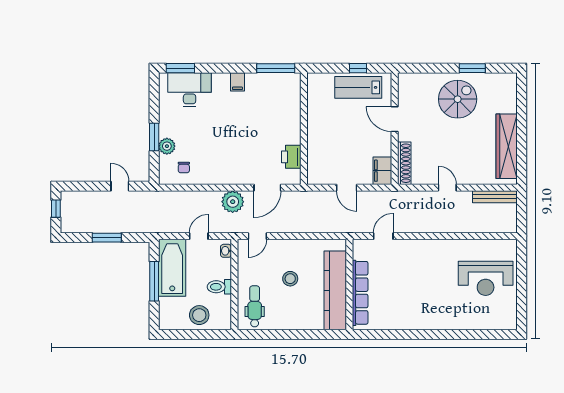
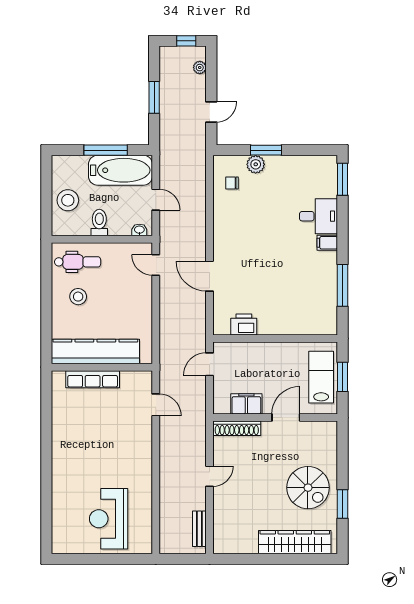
window: (358, 68) -> (342, 377), width x1.50
desk: (190, 90) -> (319, 216), moved, width x0.73
wall: (304, 129) -> (275, 339), moved
wardrobe: (507, 146) -> (295, 542), moved
printer: (291, 157) -> (244, 325), moved
filing cabinet: (382, 171) -> (246, 404), moved
bench: (495, 197) -> (199, 529), width x0.73
plant: (233, 202) -> (200, 68), moved, width x0.53, depth x0.53
stool: (290, 279) -> (78, 297), moved
row of seats: (360, 293) -> (93, 379), width x0.73

